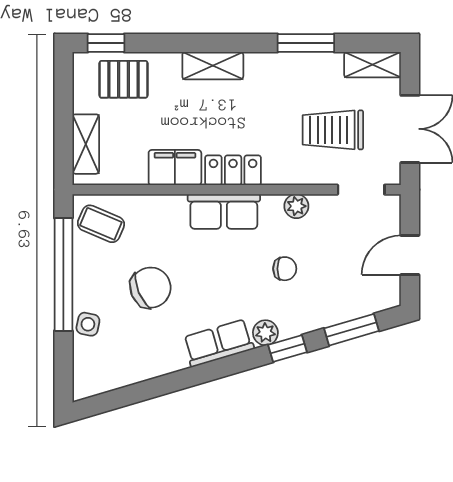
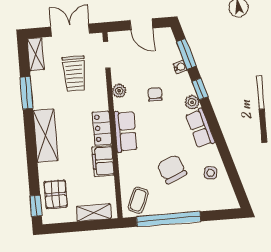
shelving: (213, 66) -> (46, 136), width x1.50, depth x1.33
water cooler: (329, 317) -> (180, 67), added
side table: (88, 324) -> (211, 173), moved

